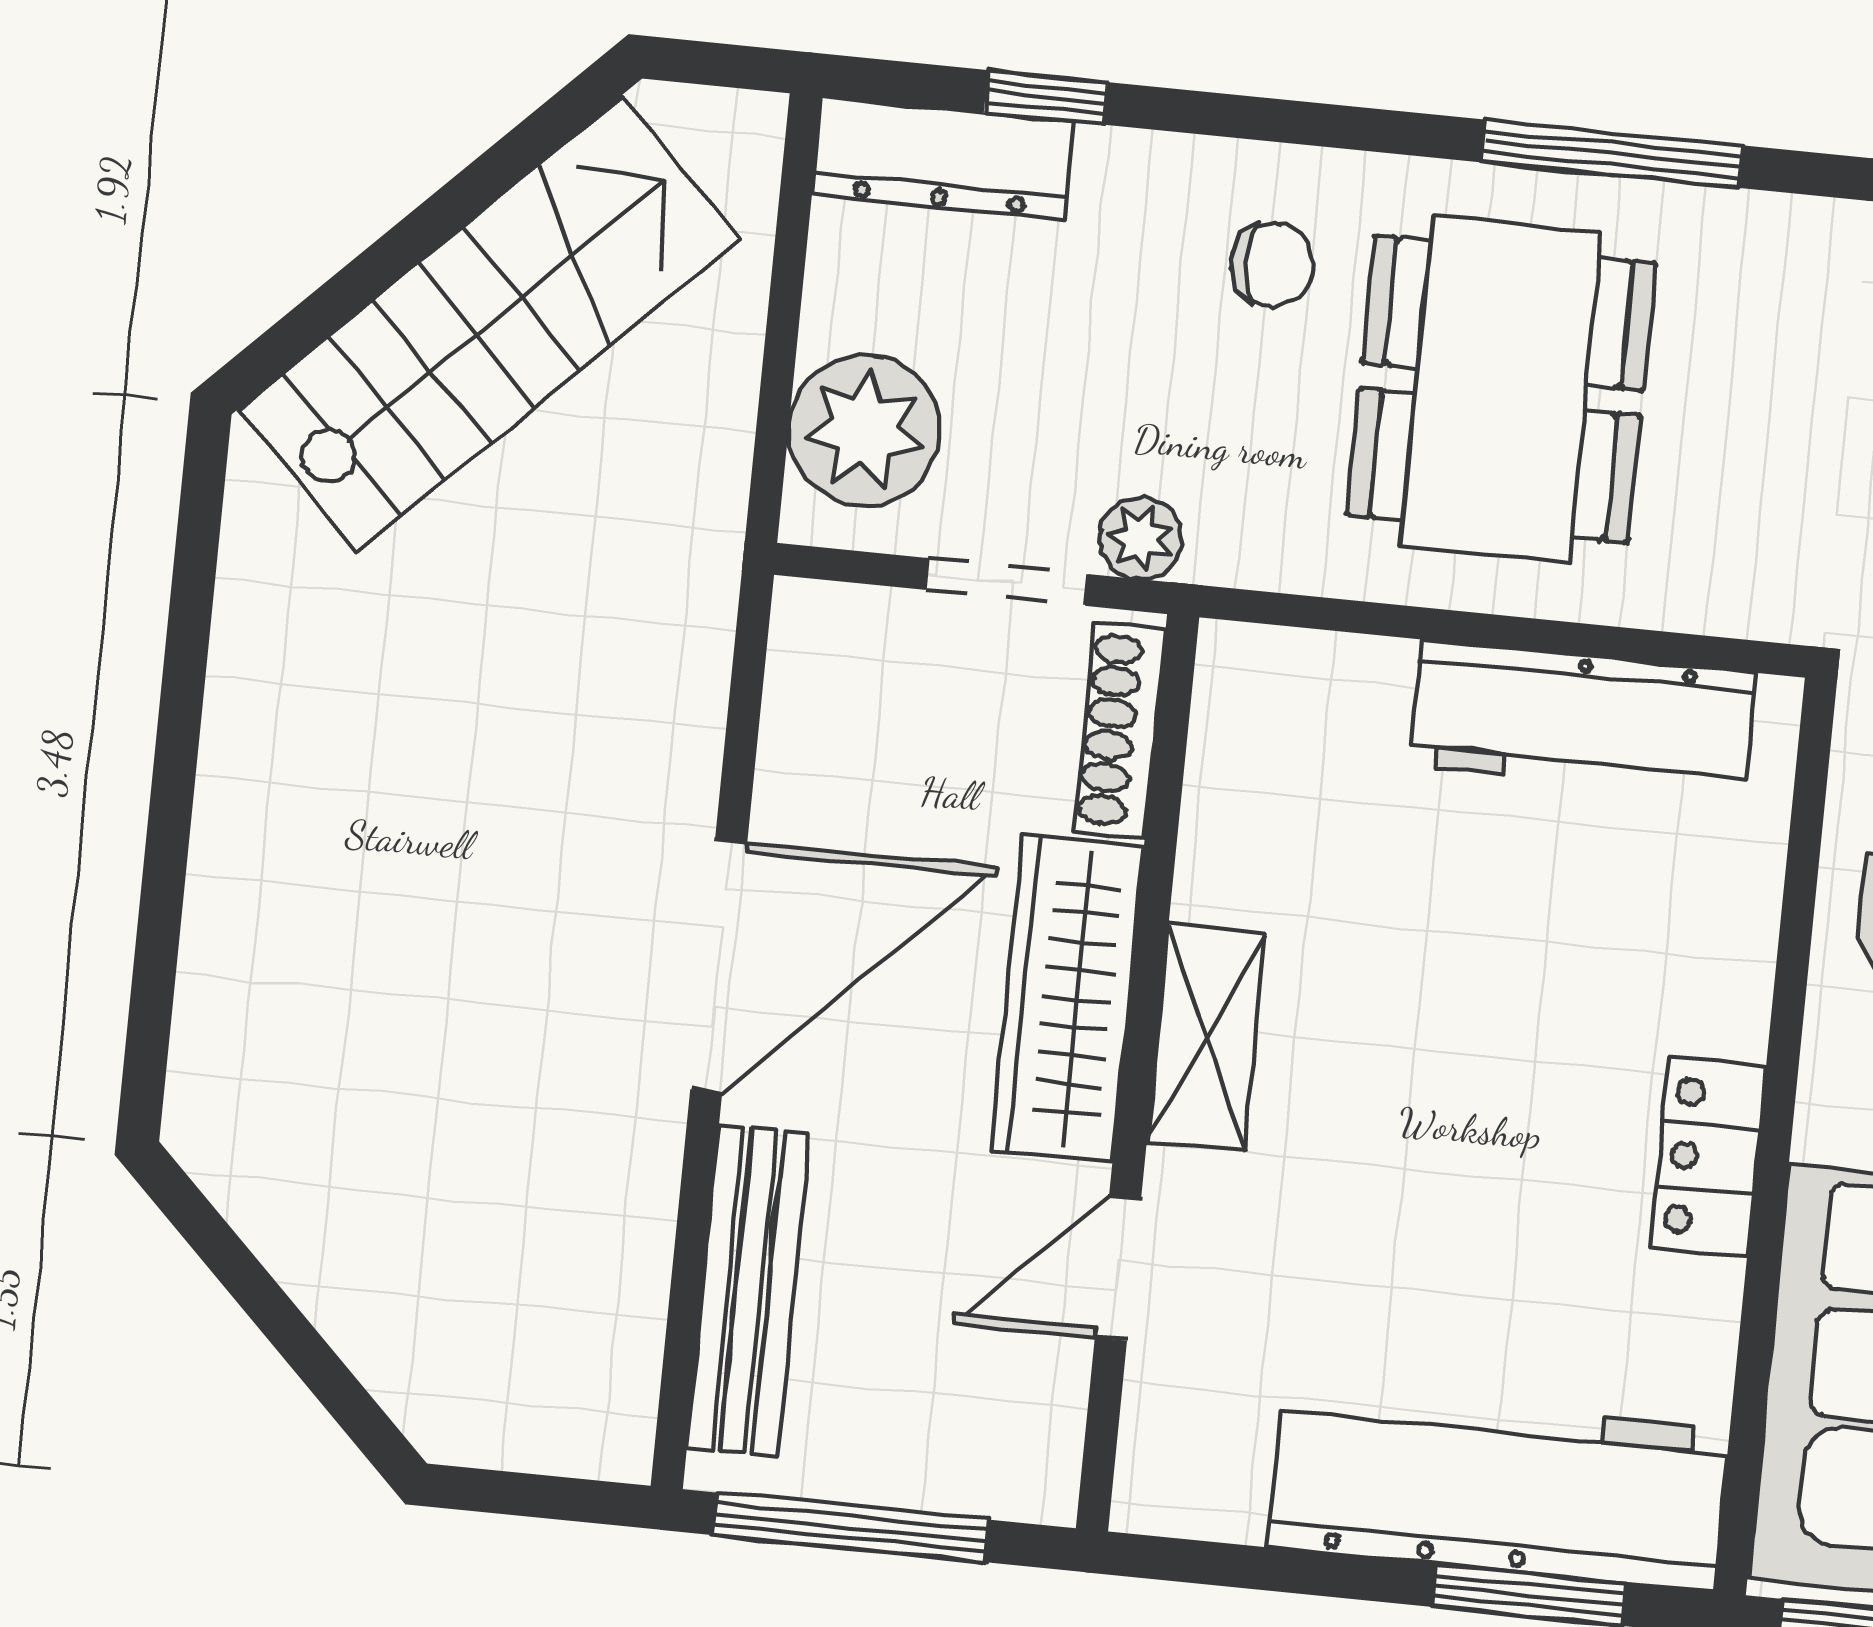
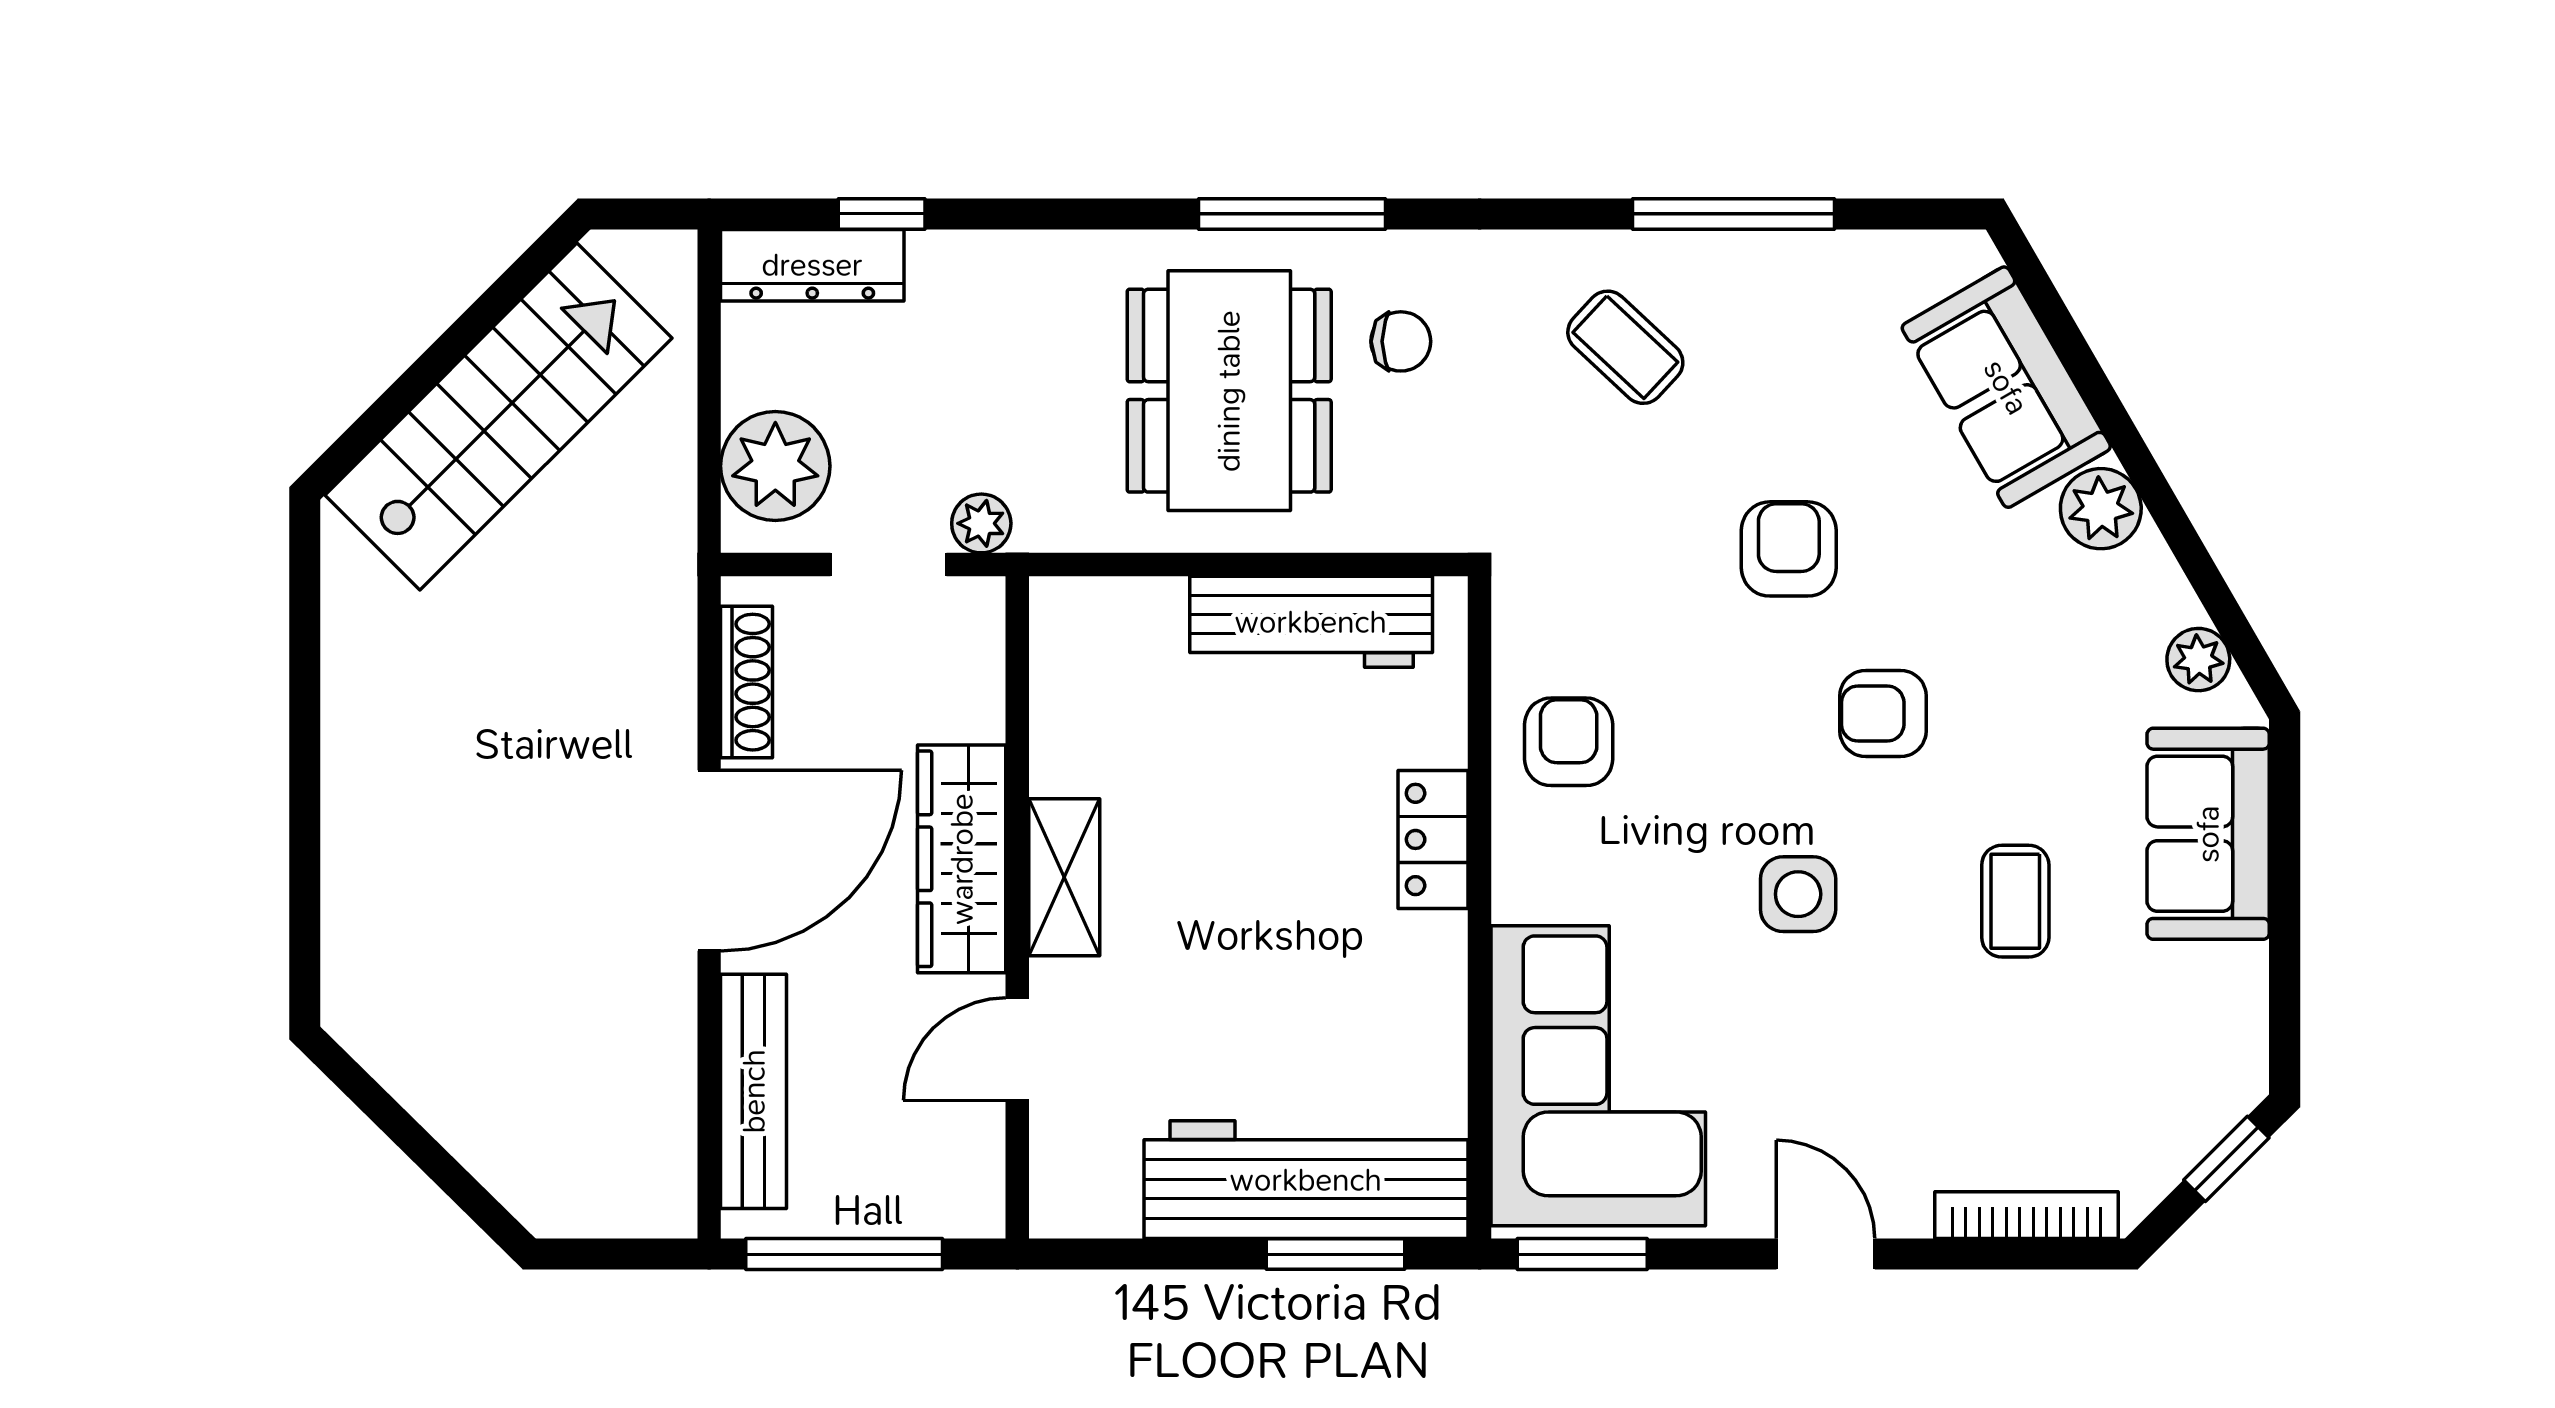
chair: (1273, 265) -> (1401, 341), moved
shoe rack: (1120, 730) -> (746, 682), moved, turned 180
locker: (1708, 1158) -> (1433, 839), moved

